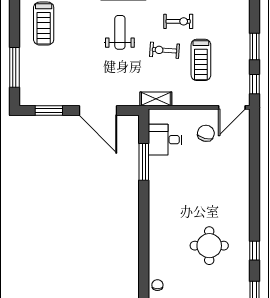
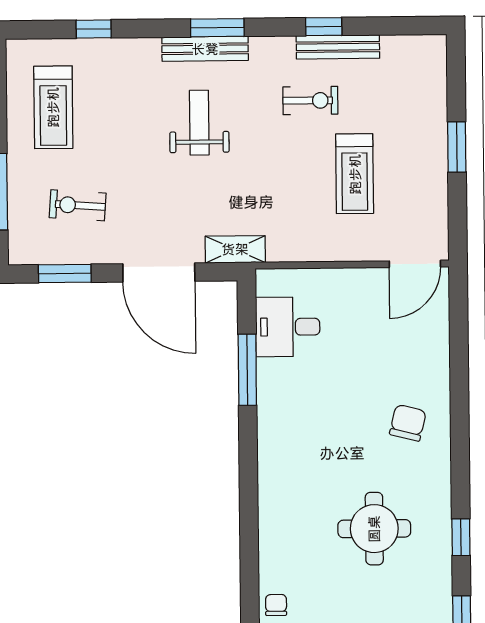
exercise bike: (165, 50) -> (78, 205), moved
window: (255, 84) -> (458, 219), removed
shelving: (156, 99) -> (235, 249), moved
chair: (206, 133) -> (408, 423), moved

